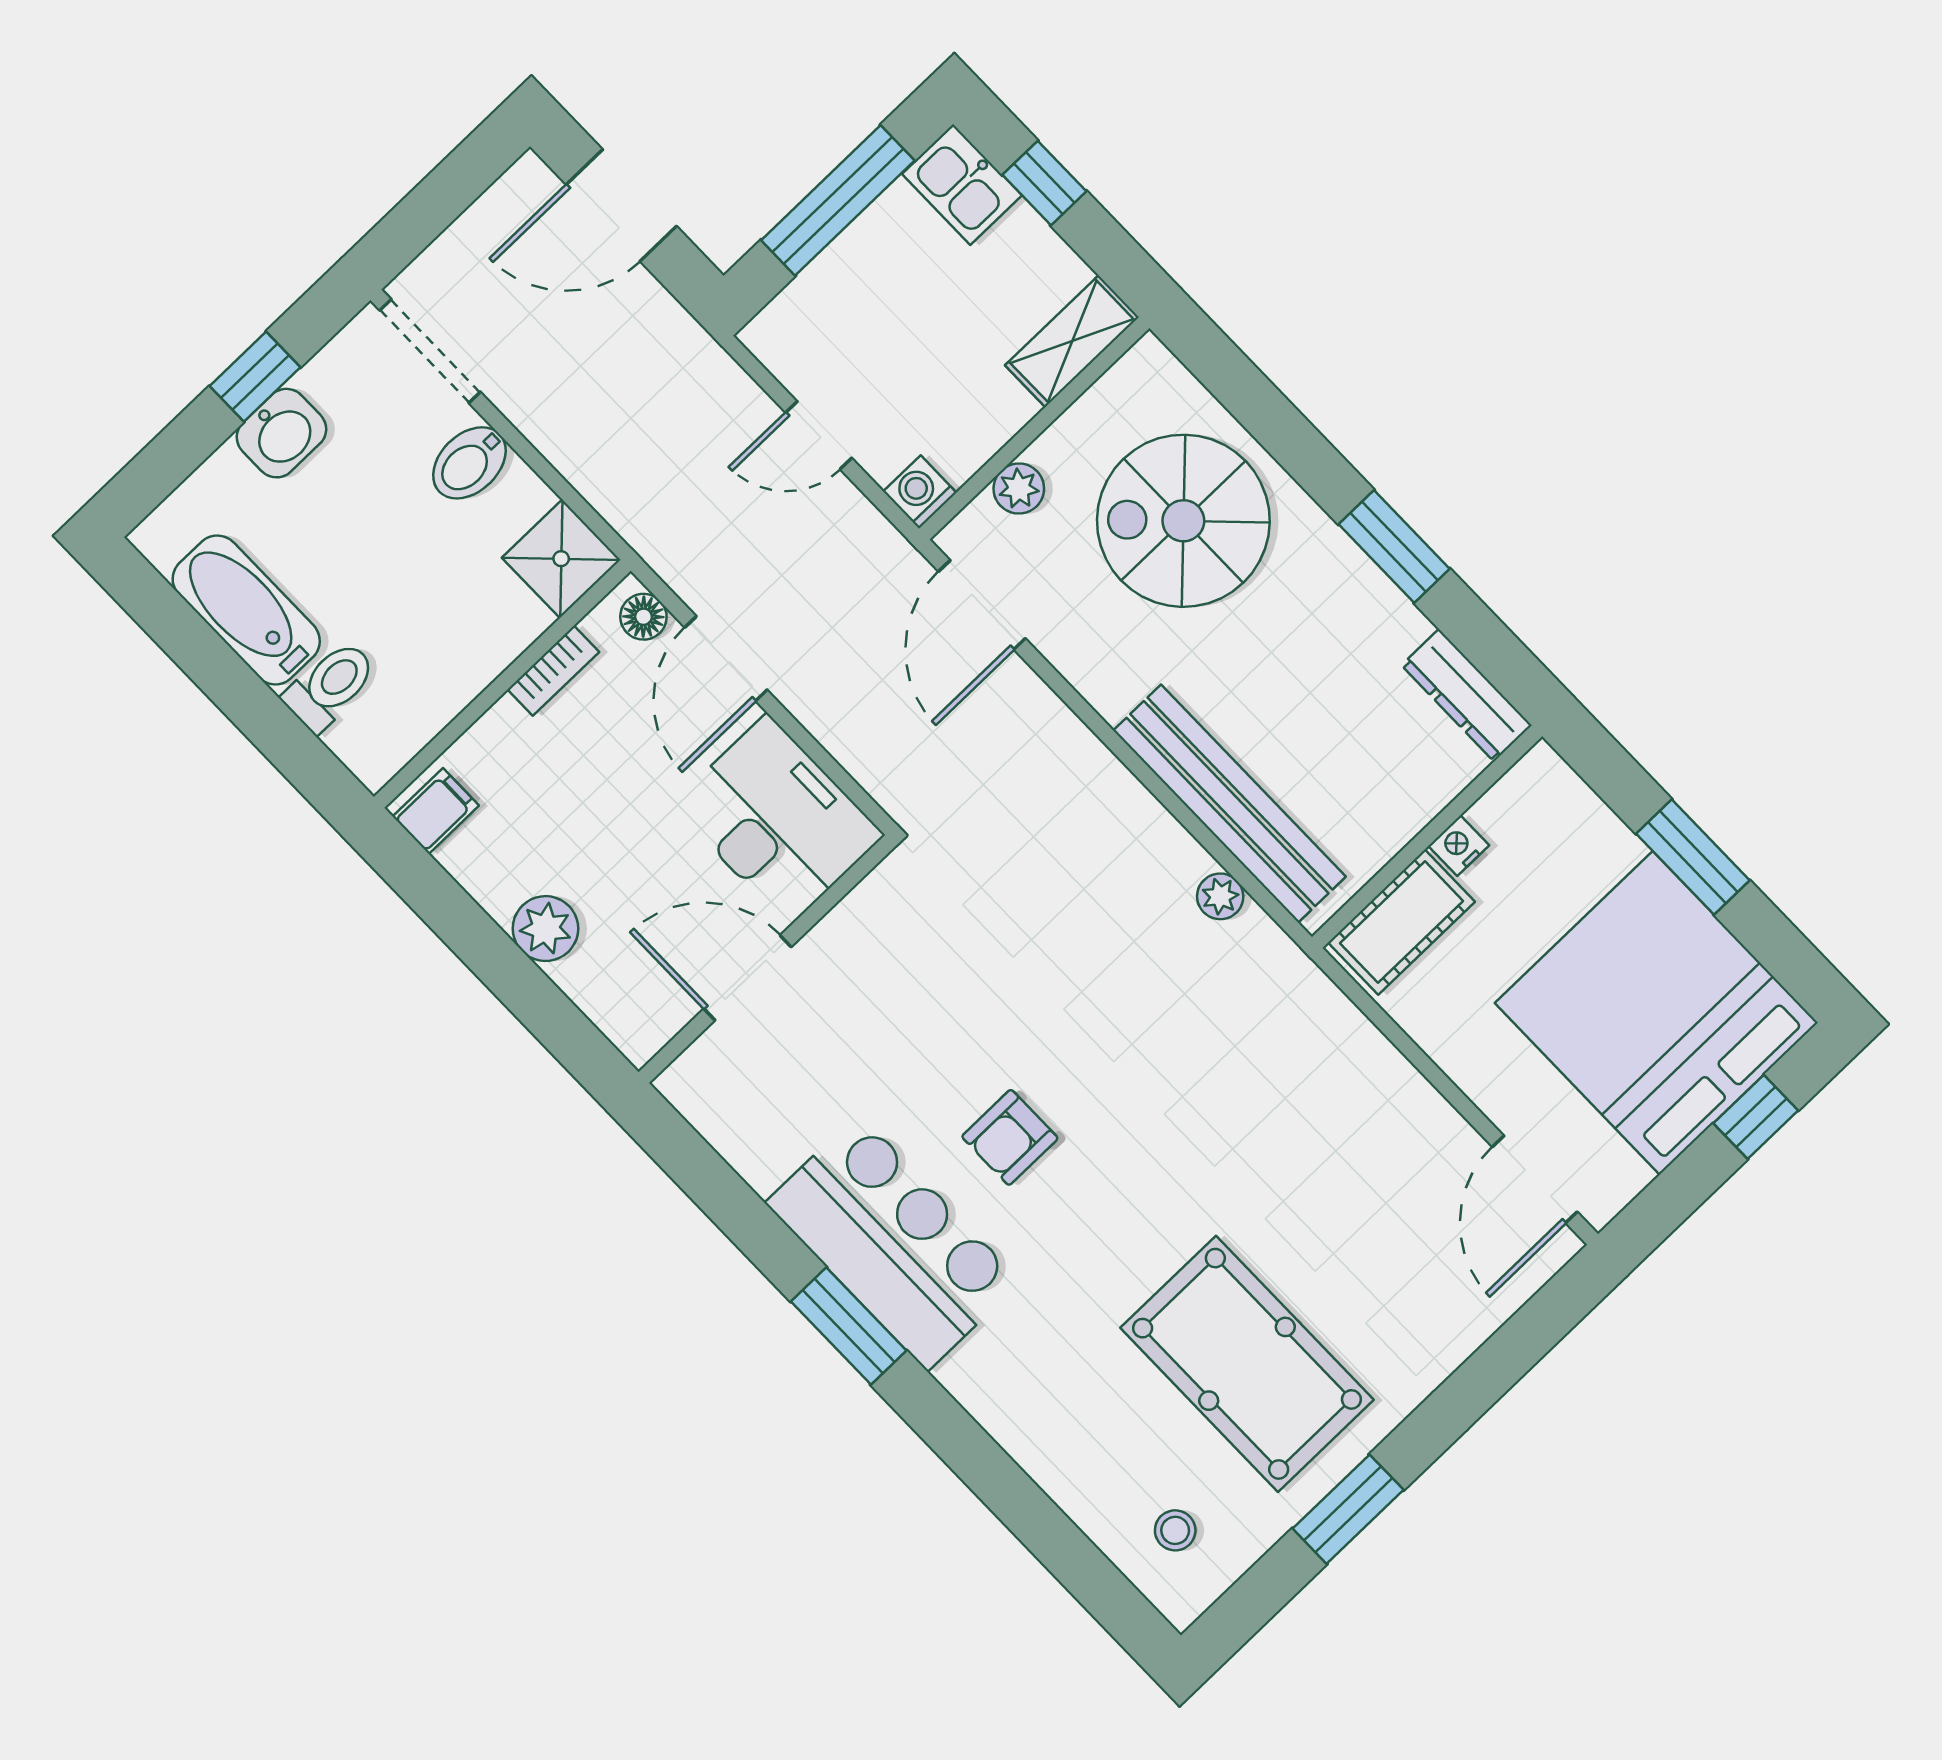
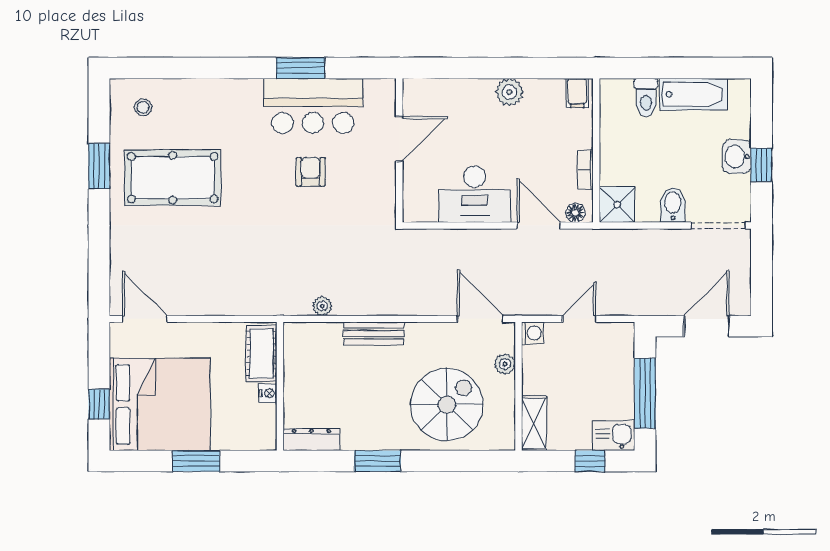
bench: (1229, 804) -> (374, 333), width x0.54, depth x0.82
wall: (767, 959) -> (399, 150), moved
door: (748, 978) -> (399, 139), moved

